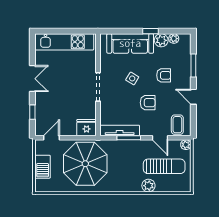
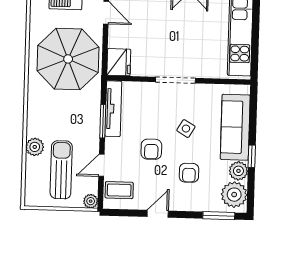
plant: (174, 39) -> (234, 195), width x1.88, depth x1.88
window: (193, 65) -> (219, 216), moved
sun lounger: (164, 166) -> (61, 170), turned 180

